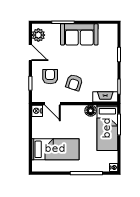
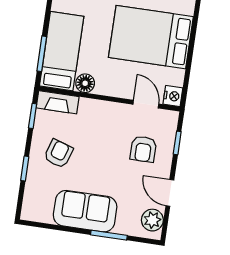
armchair: (74, 83) -> (58, 154), moved
bed: (55, 149) -> (151, 37), width x1.50

